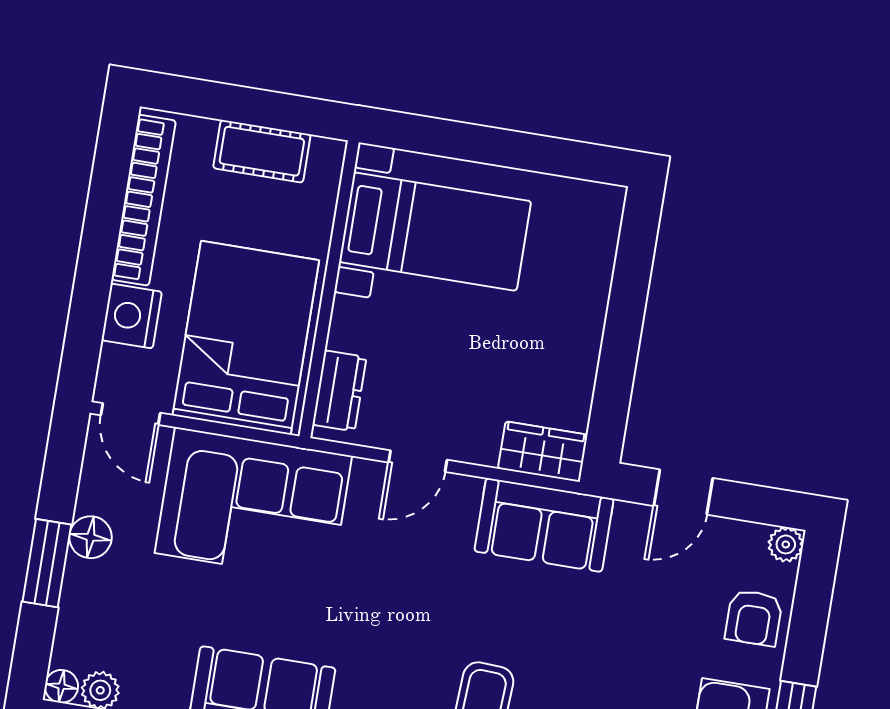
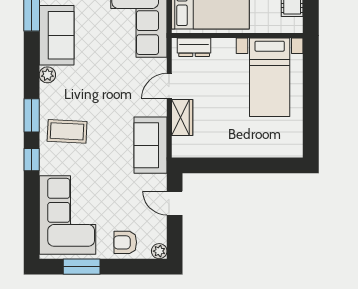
wardrobe: (543, 452) -> (182, 117), moved
door: (418, 461) -> (169, 86), hinge flipped

